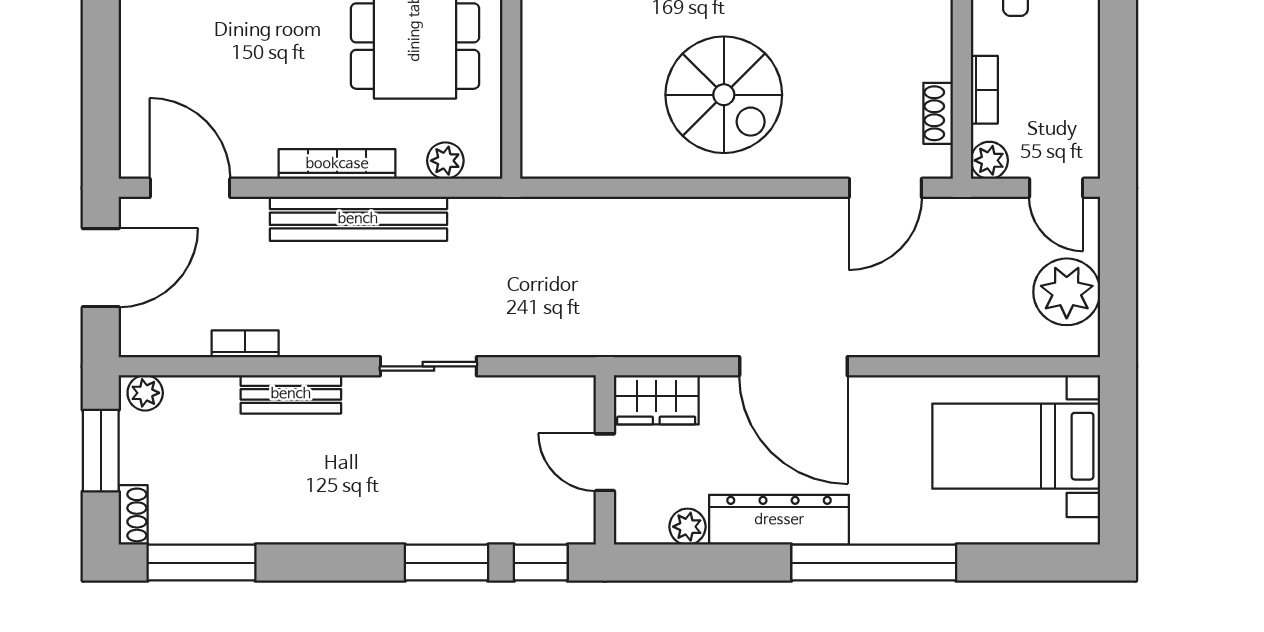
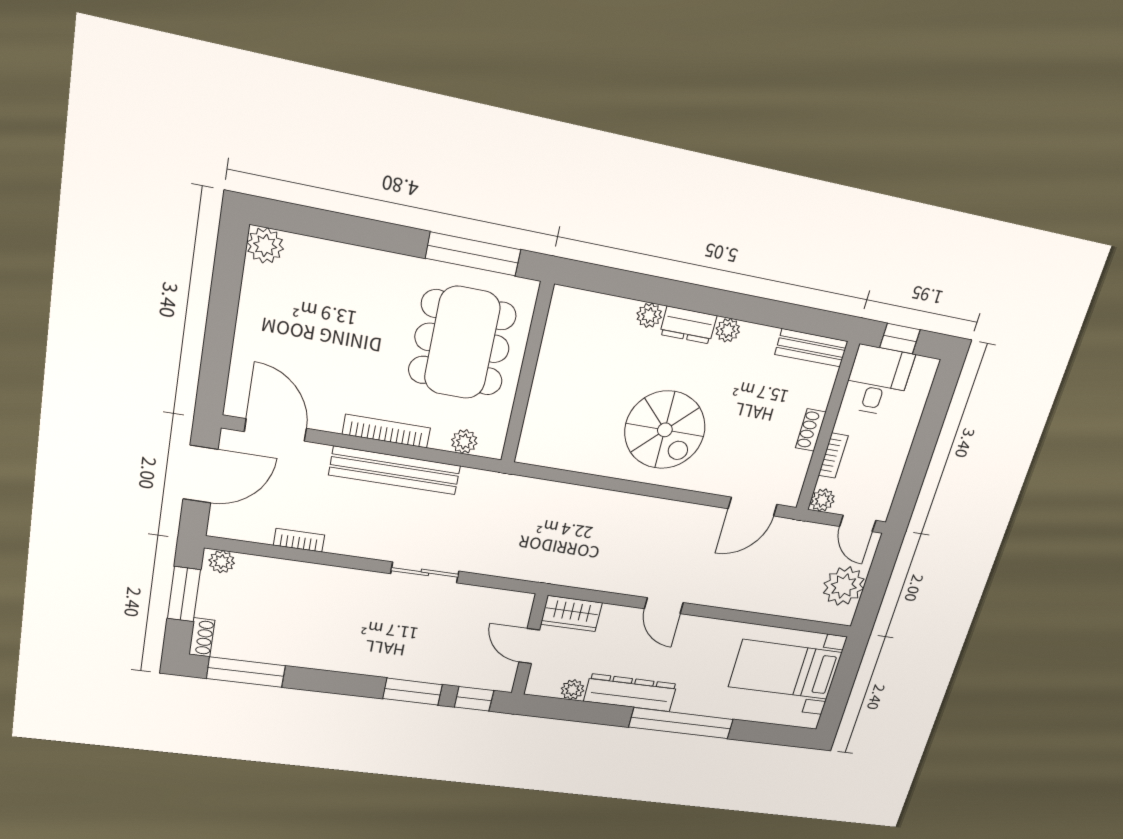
shoe rack: (938, 113) -> (811, 430), moved
door: (793, 366) -> (664, 606), width x0.53
bench: (291, 394) -> (326, 577), removed

